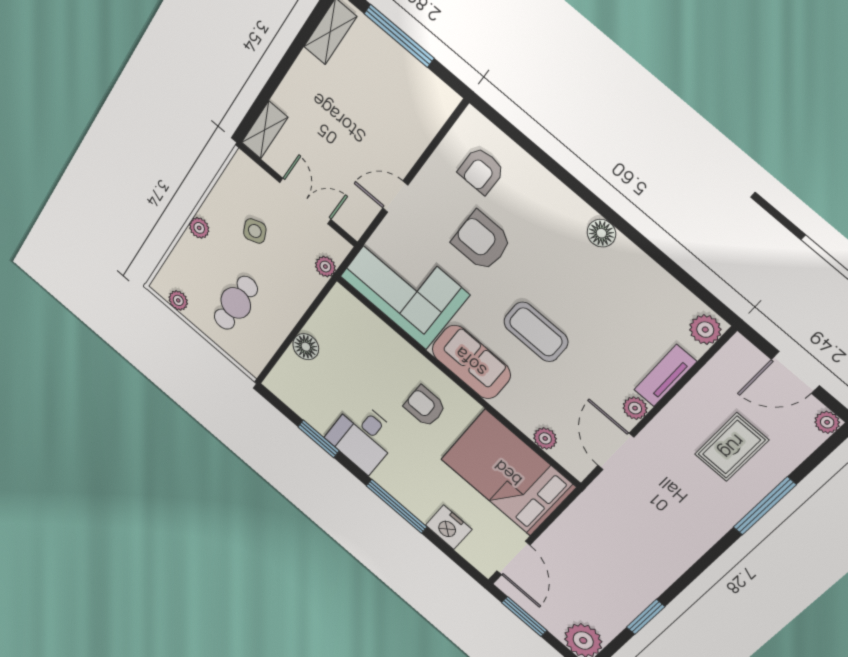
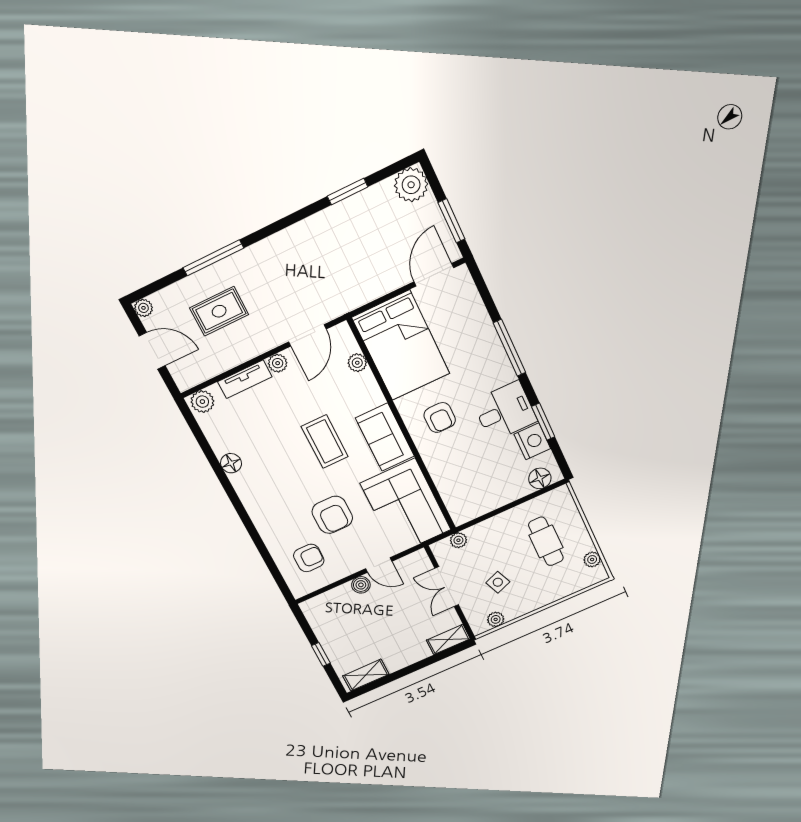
window: (399, 36) -> (321, 654), width x0.46
boiler: (402, 160) -> (361, 585), added
plant: (199, 228) -> (496, 619), moved
floor lamp: (601, 233) -> (231, 463), moved
cafe table: (236, 303) -> (546, 541), turned 90
floor lamp: (306, 347) -> (540, 478), moved
nightstand: (449, 527) -> (532, 441), moved

